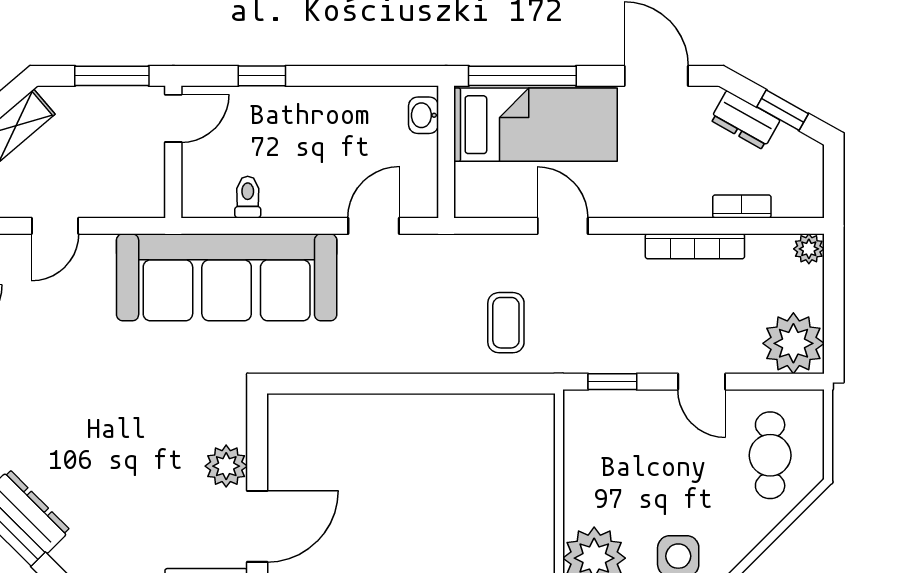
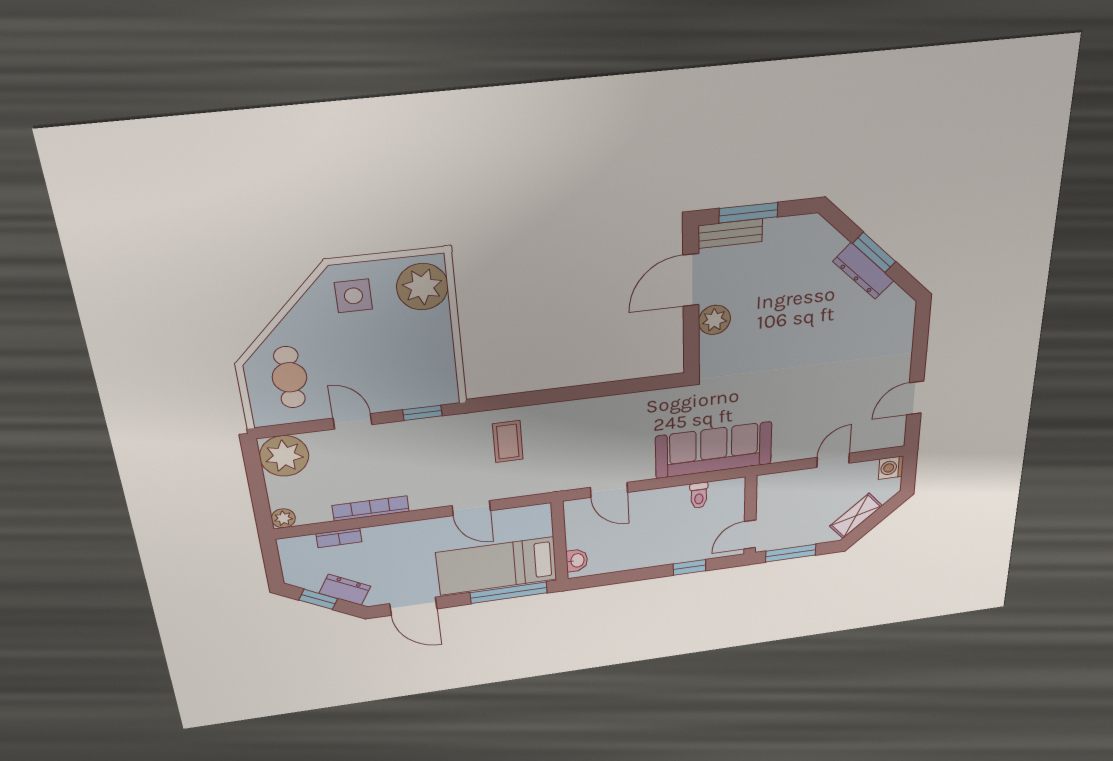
door: (374, 226) -> (609, 490), hinge flipped
sofa: (227, 277) -> (714, 450), width x0.74, depth x0.79

